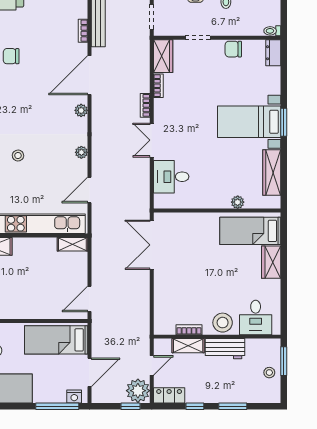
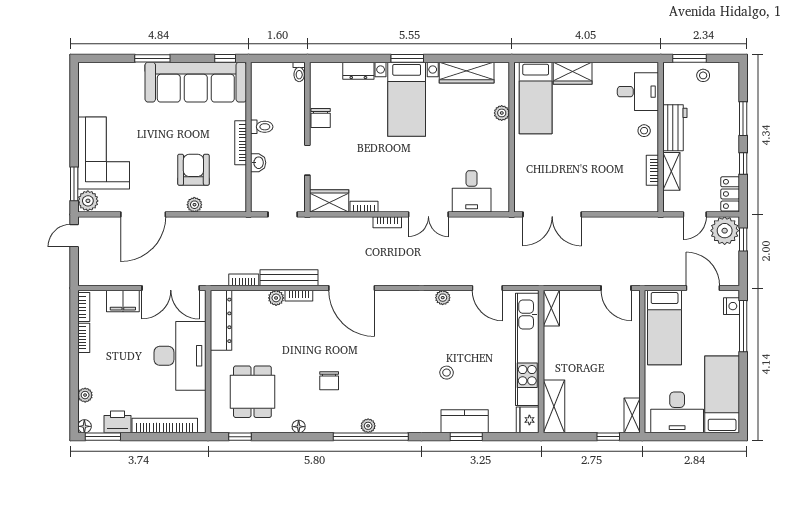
dresser: (273, 53) -> (358, 71), moved
plant: (81, 110) -> (276, 298), moved
stool: (223, 323) -> (644, 131), width x0.53, depth x0.53
door: (152, 365) -> (695, 214), swing flipped

